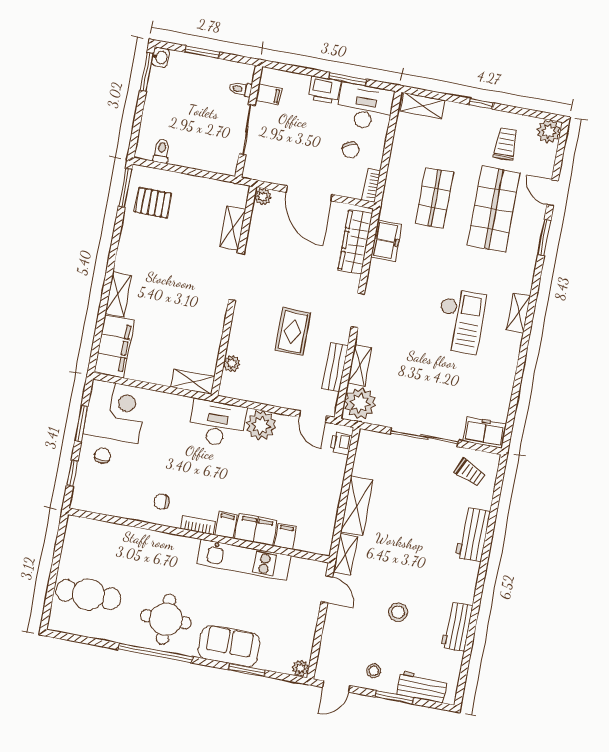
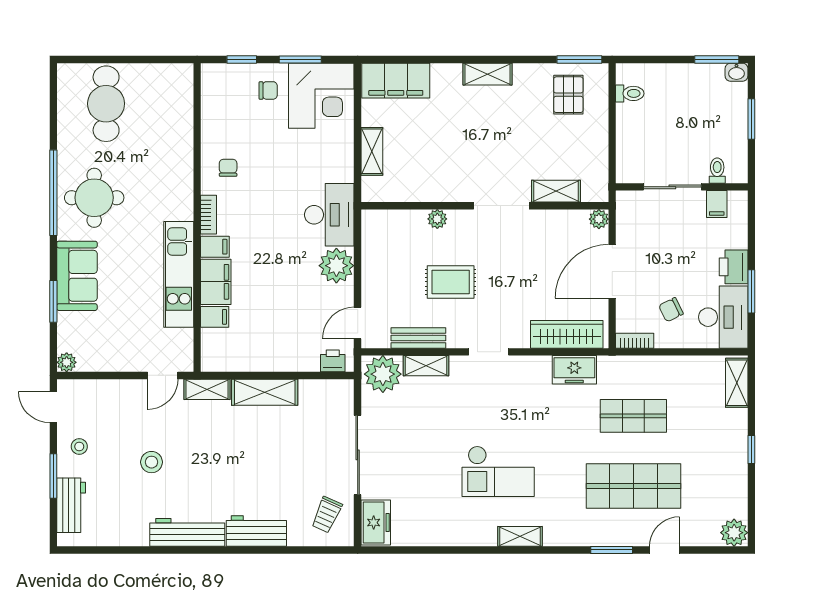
trolley: (506, 144) -> (710, 486), removed
shelving: (118, 294) -> (487, 74), moved
plant: (232, 364) -> (437, 219), moved
shelving: (193, 382) -> (372, 151), moved
workbench: (457, 627) -> (187, 532), moved, width x1.38

